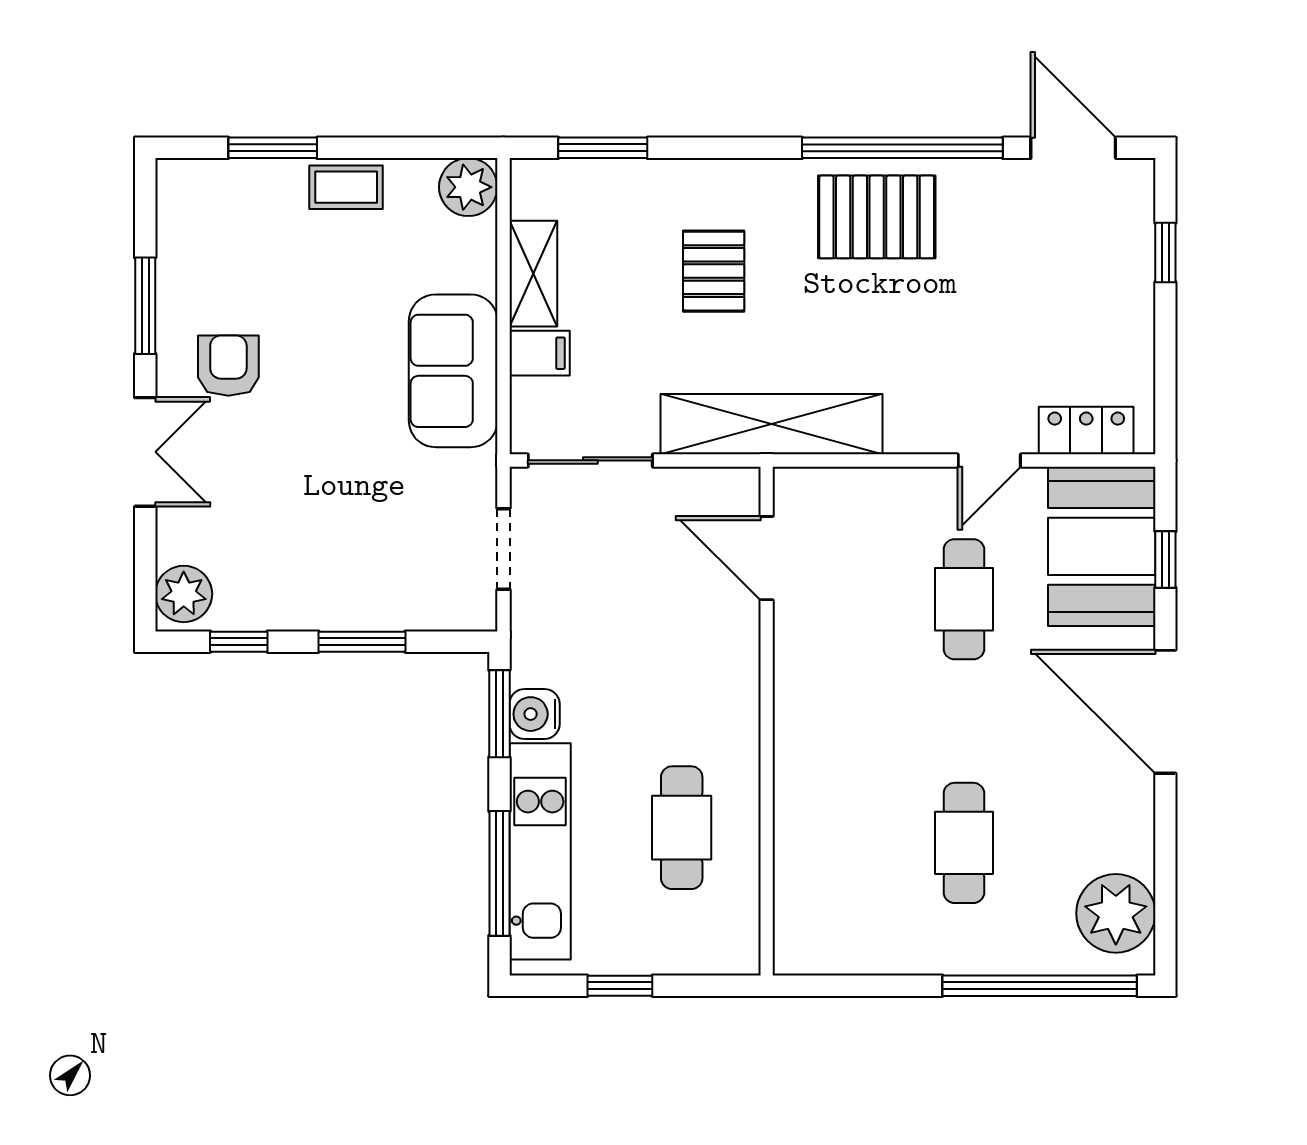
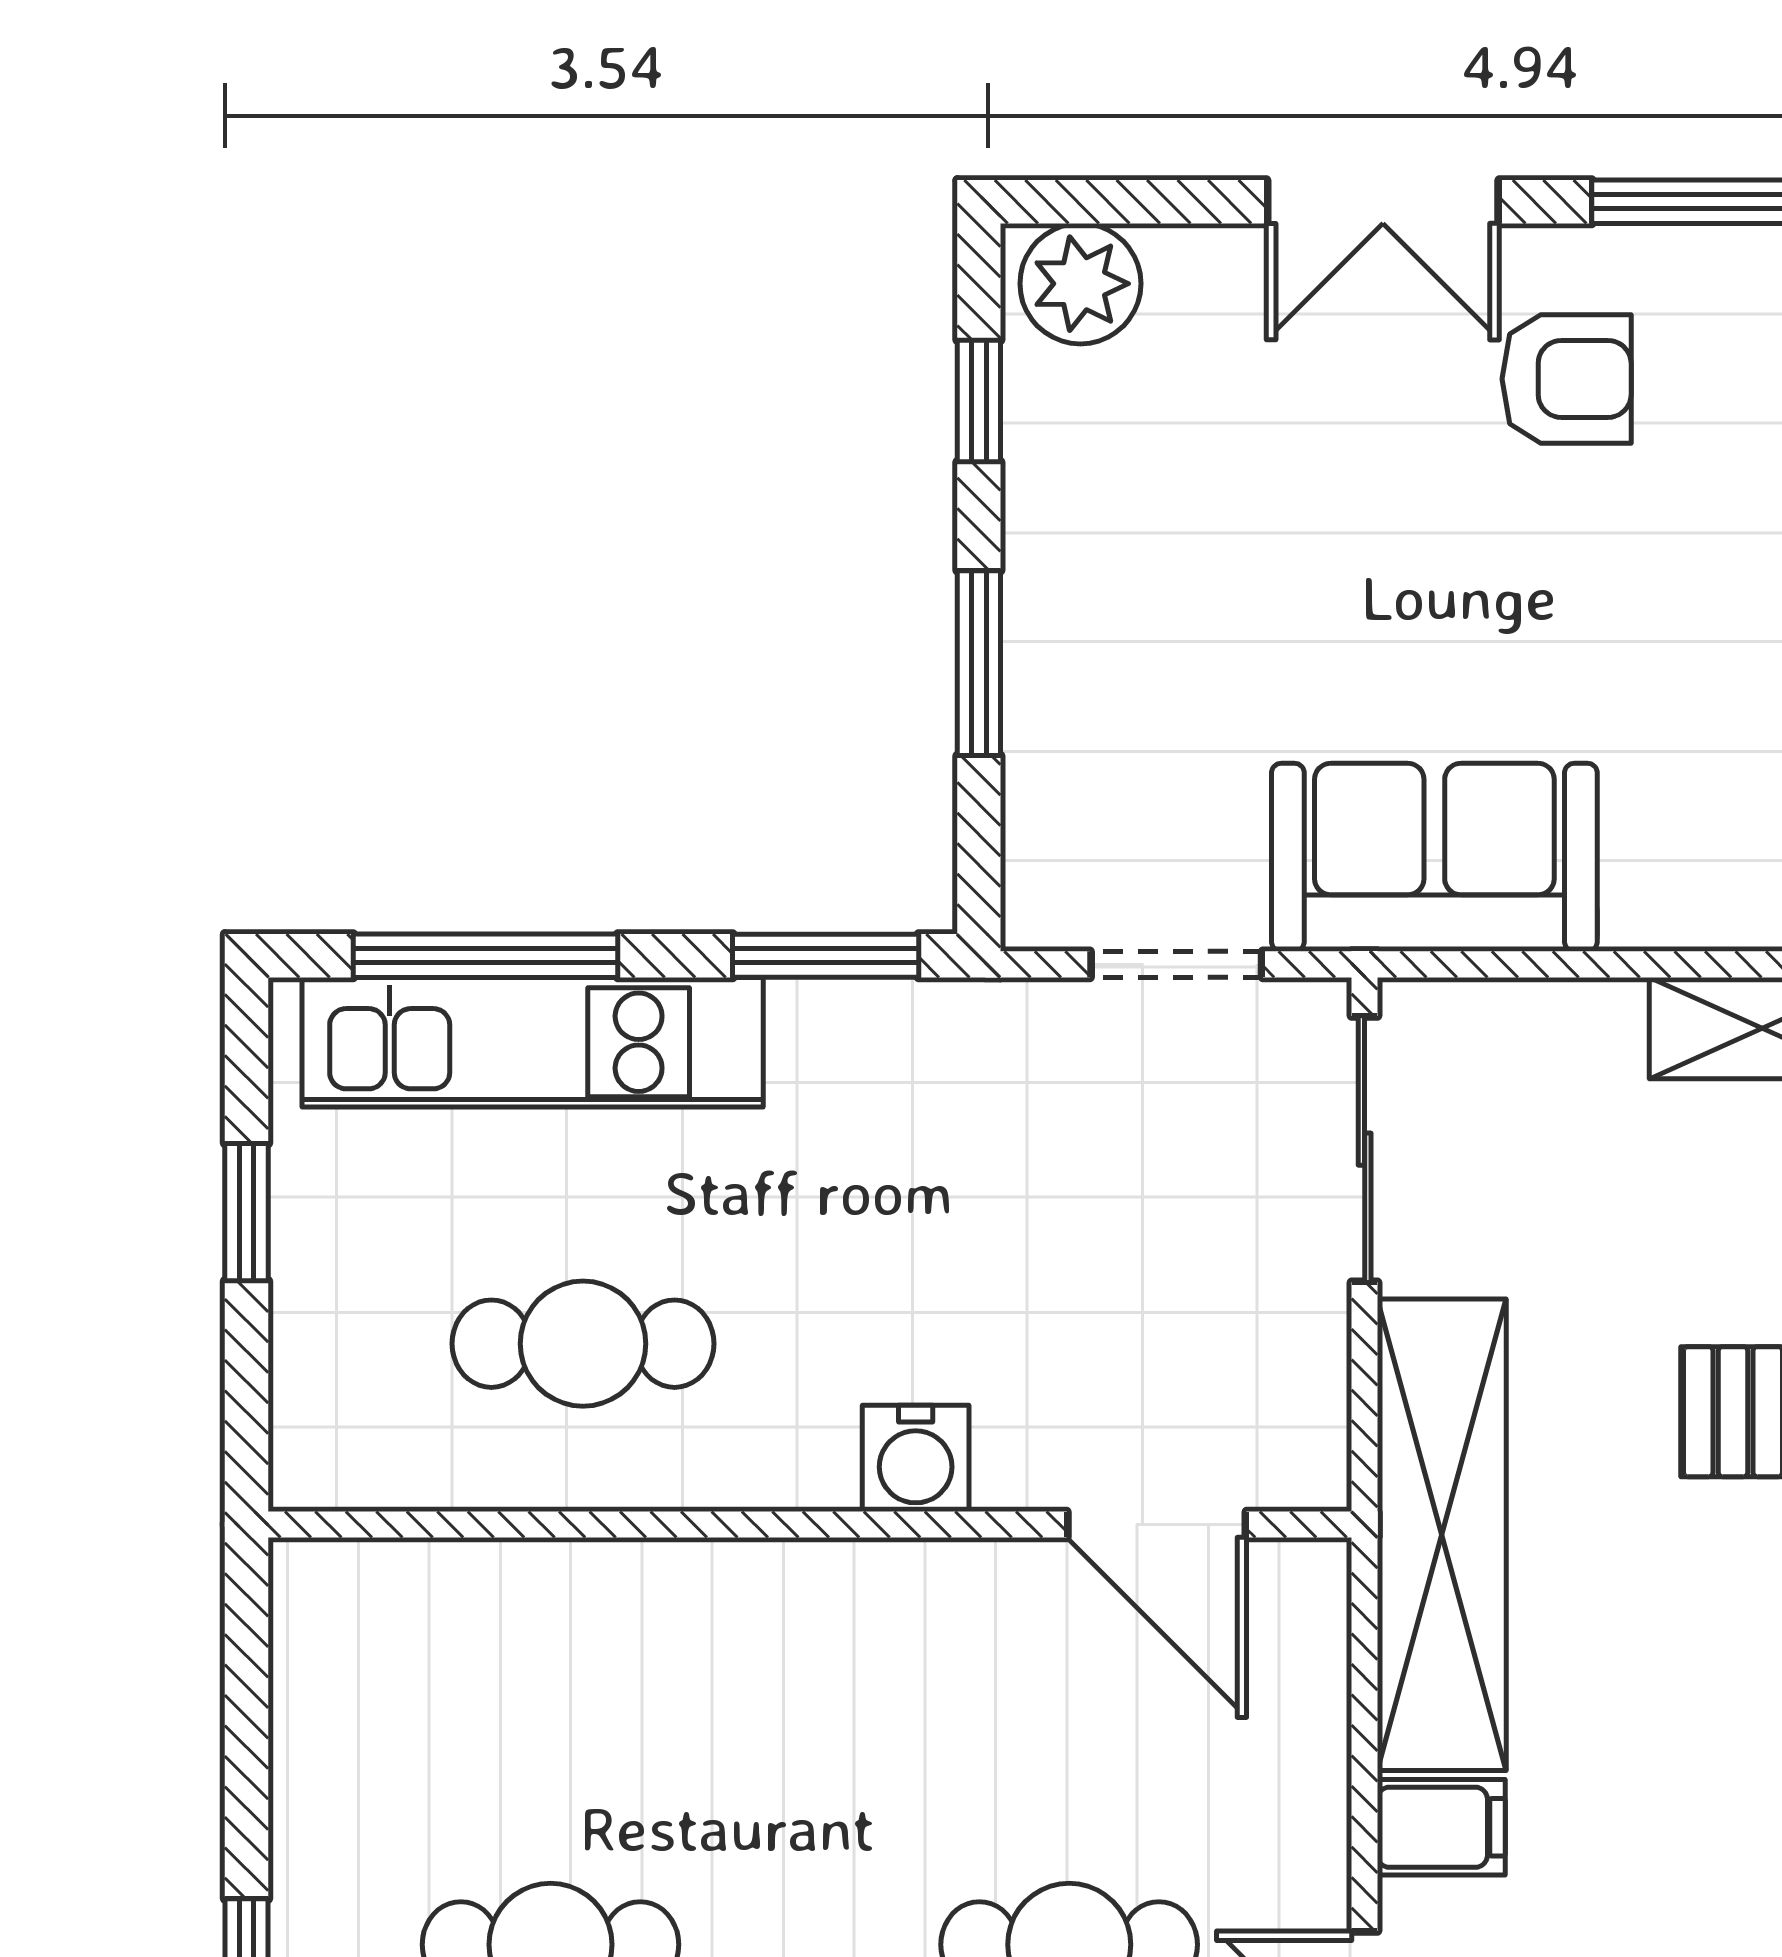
filing cabinet: (540, 353) -> (1441, 1827), moved, turned -90
sofa: (453, 371) -> (1434, 857), moved
door: (767, 558) -> (1157, 1524), swing flipped
water cooler: (535, 714) -> (916, 1458), moved, turned 180

